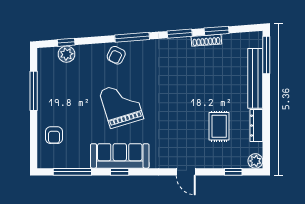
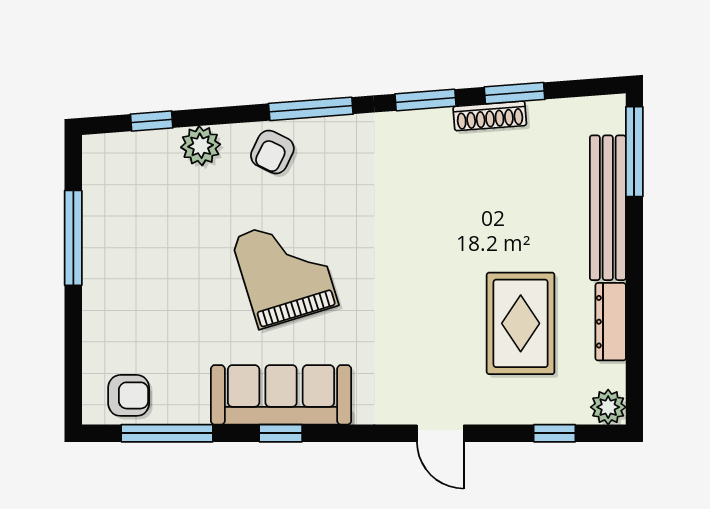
plant: (67, 54) -> (201, 146), moved
rug: (219, 126) -> (521, 323), width x1.36, depth x1.43
armchair: (54, 135) -> (129, 395), moved, turned -90

